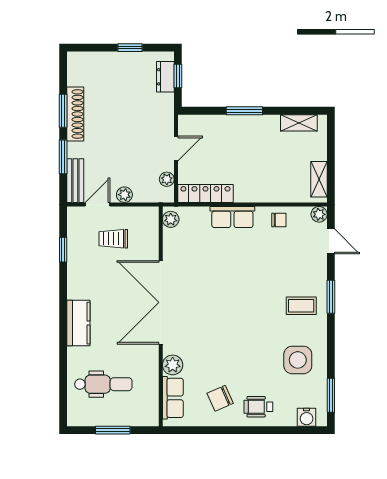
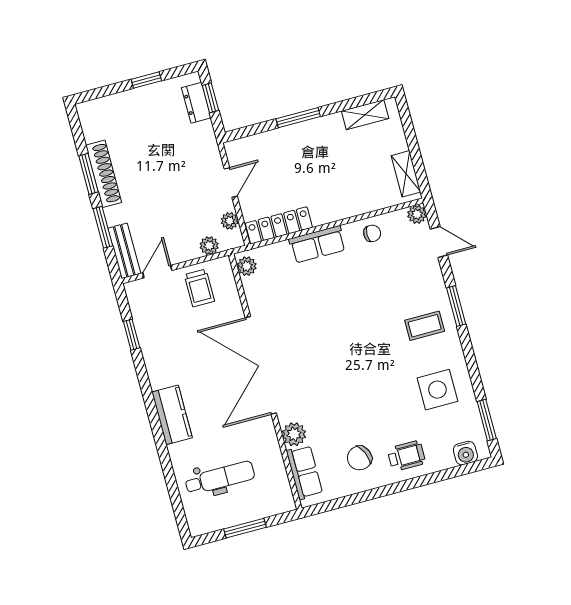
plant: (124, 195) -> (209, 246), moved
trolley: (113, 239) -> (199, 288), moved, turned -90
wheelchair: (258, 407) -> (406, 456), turned 180

